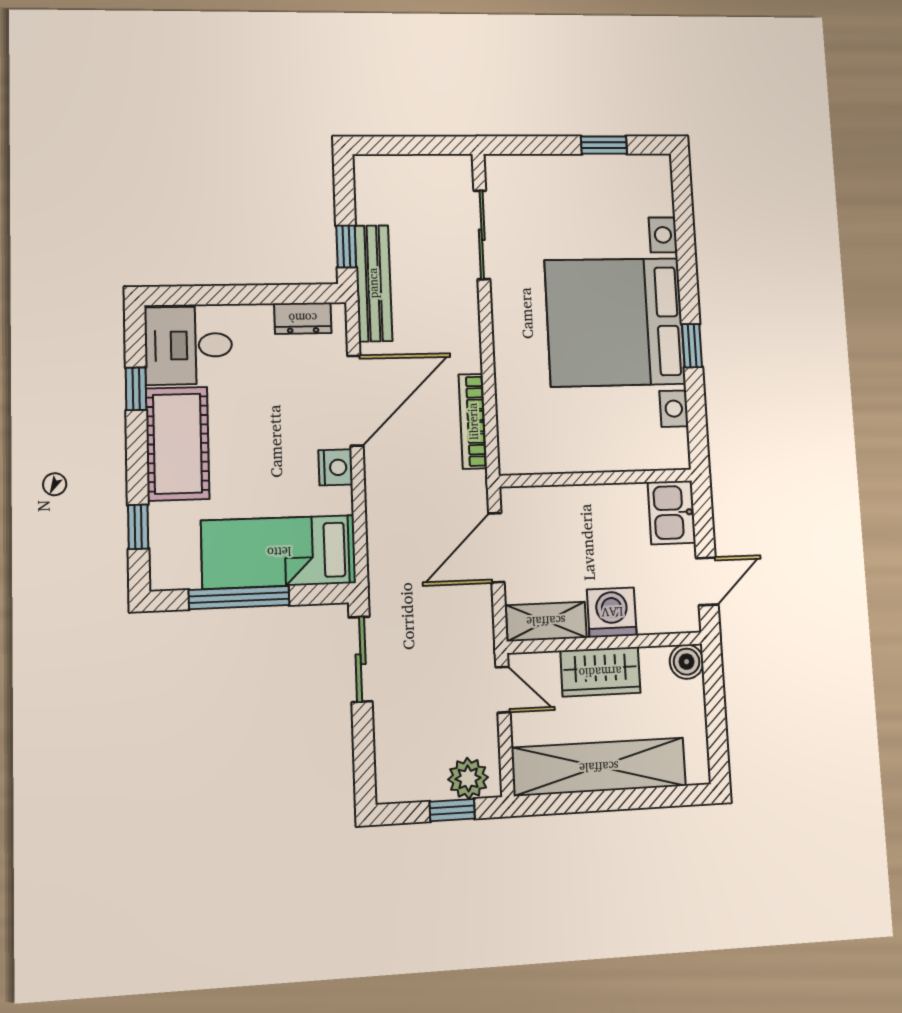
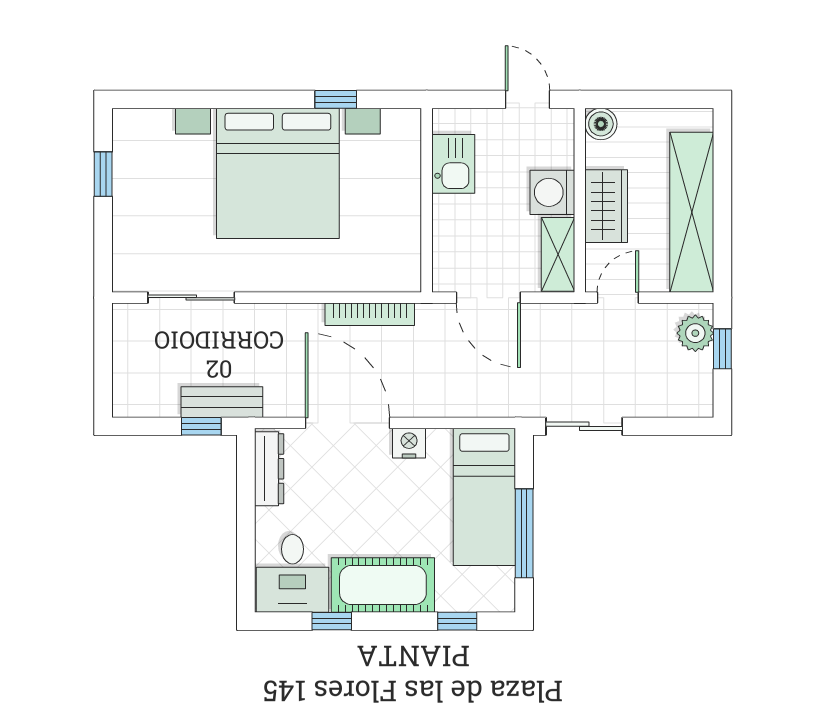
bench: (373, 283) -> (222, 402), width x0.73
dresser: (303, 318) -> (269, 469), width x1.44
window: (692, 346) -> (336, 99), moved
kitchen sink: (672, 512) -> (453, 164), moved, turned -90

